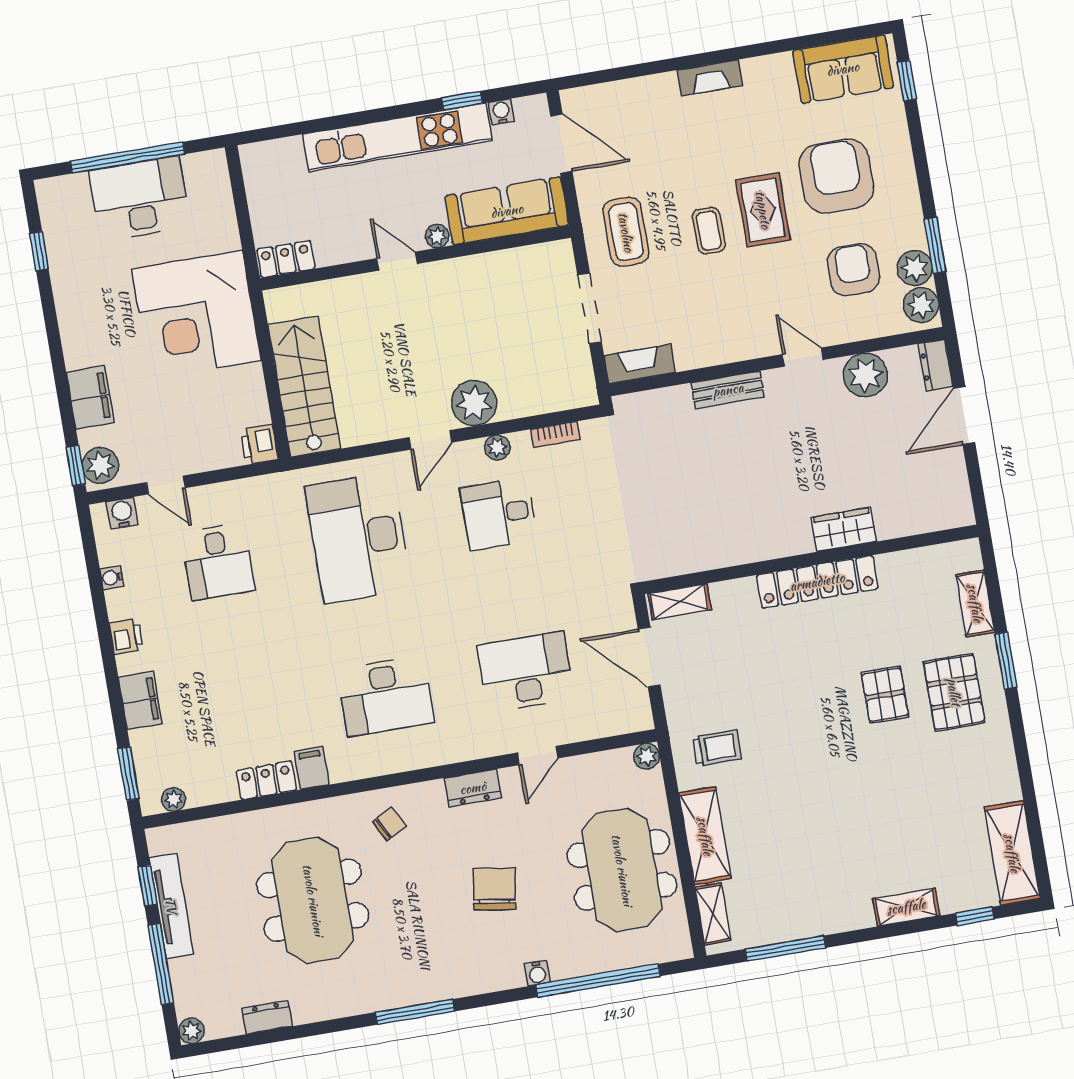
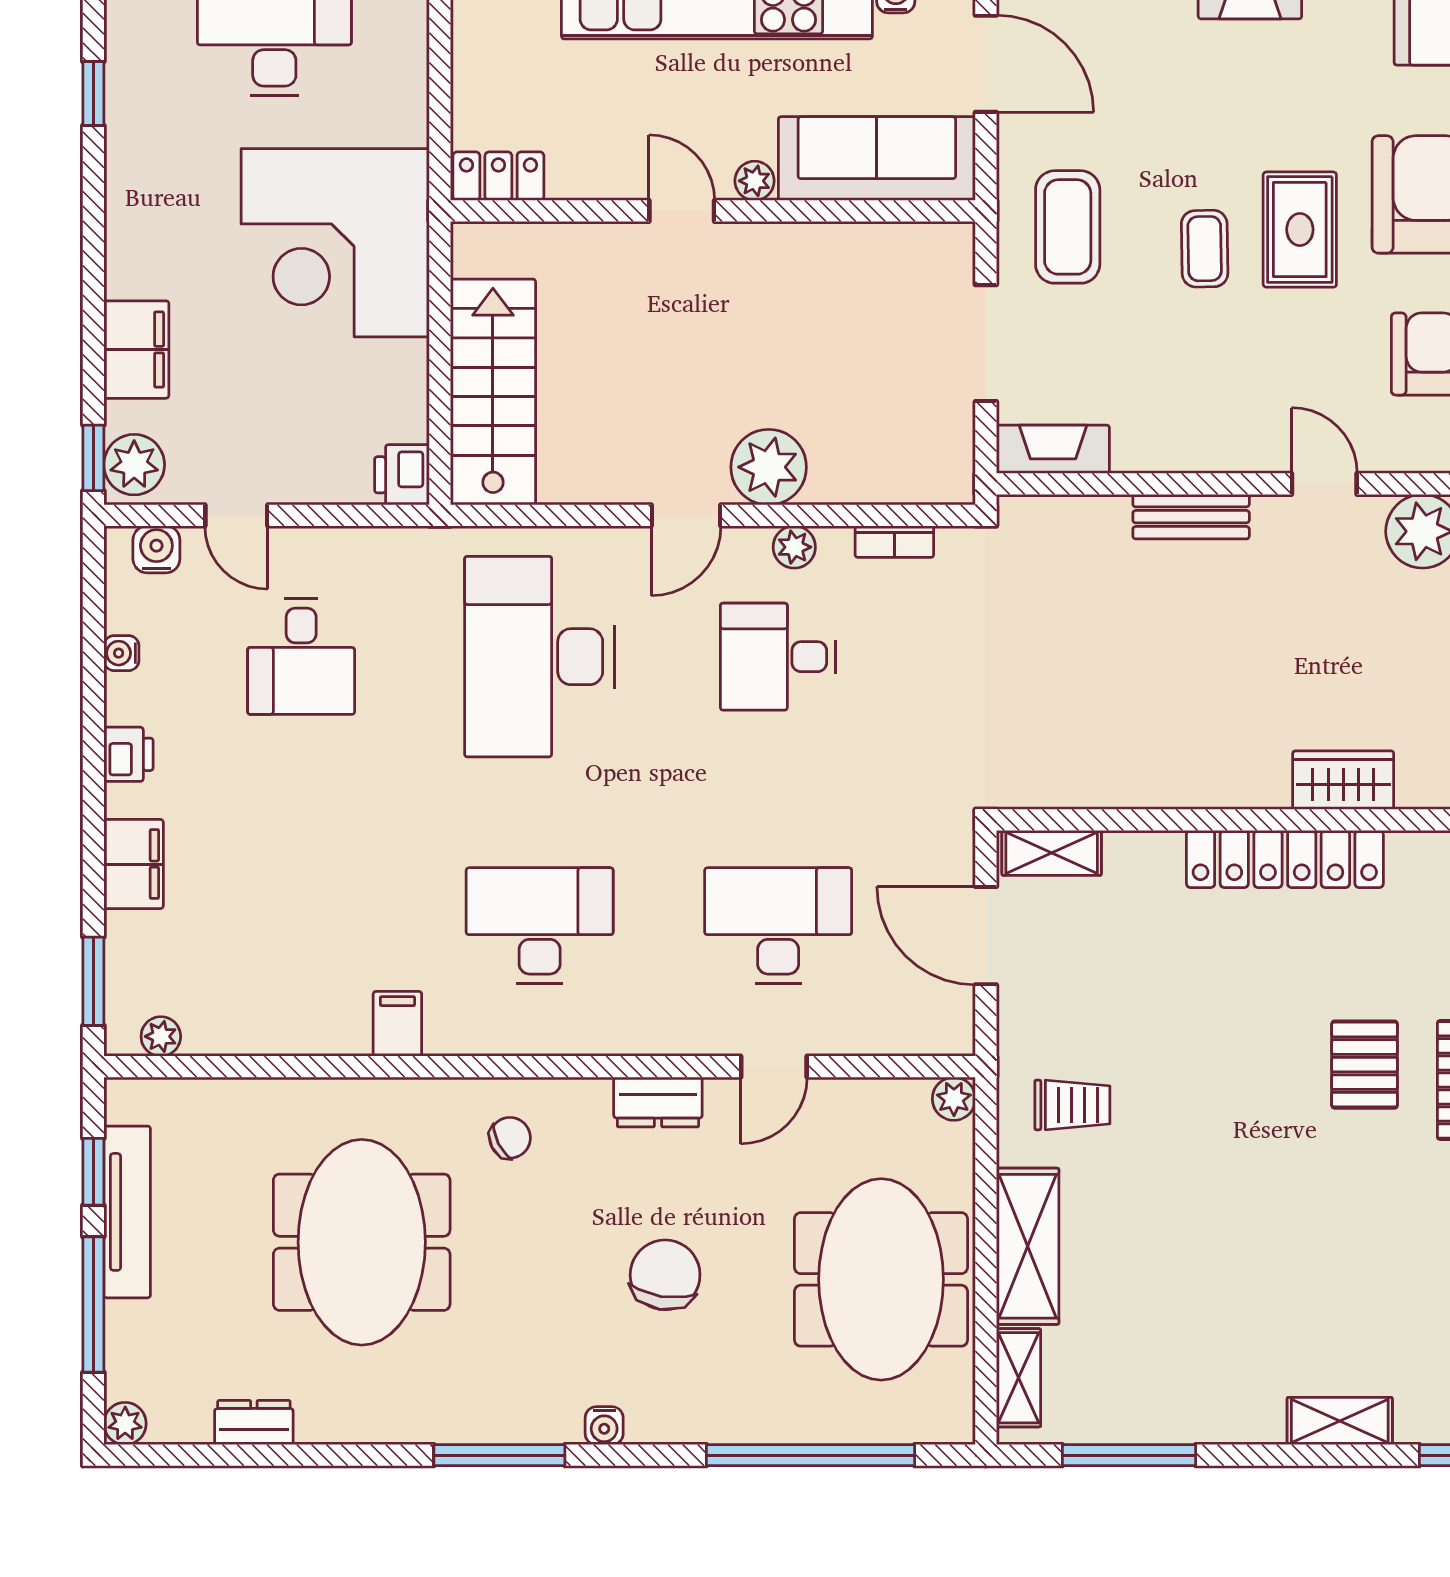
desk: (385, 696) -> (540, 925), turned 180
locker: (266, 780) -> (319, 1031), removed
water cooler: (537, 973) -> (604, 1426), moved

